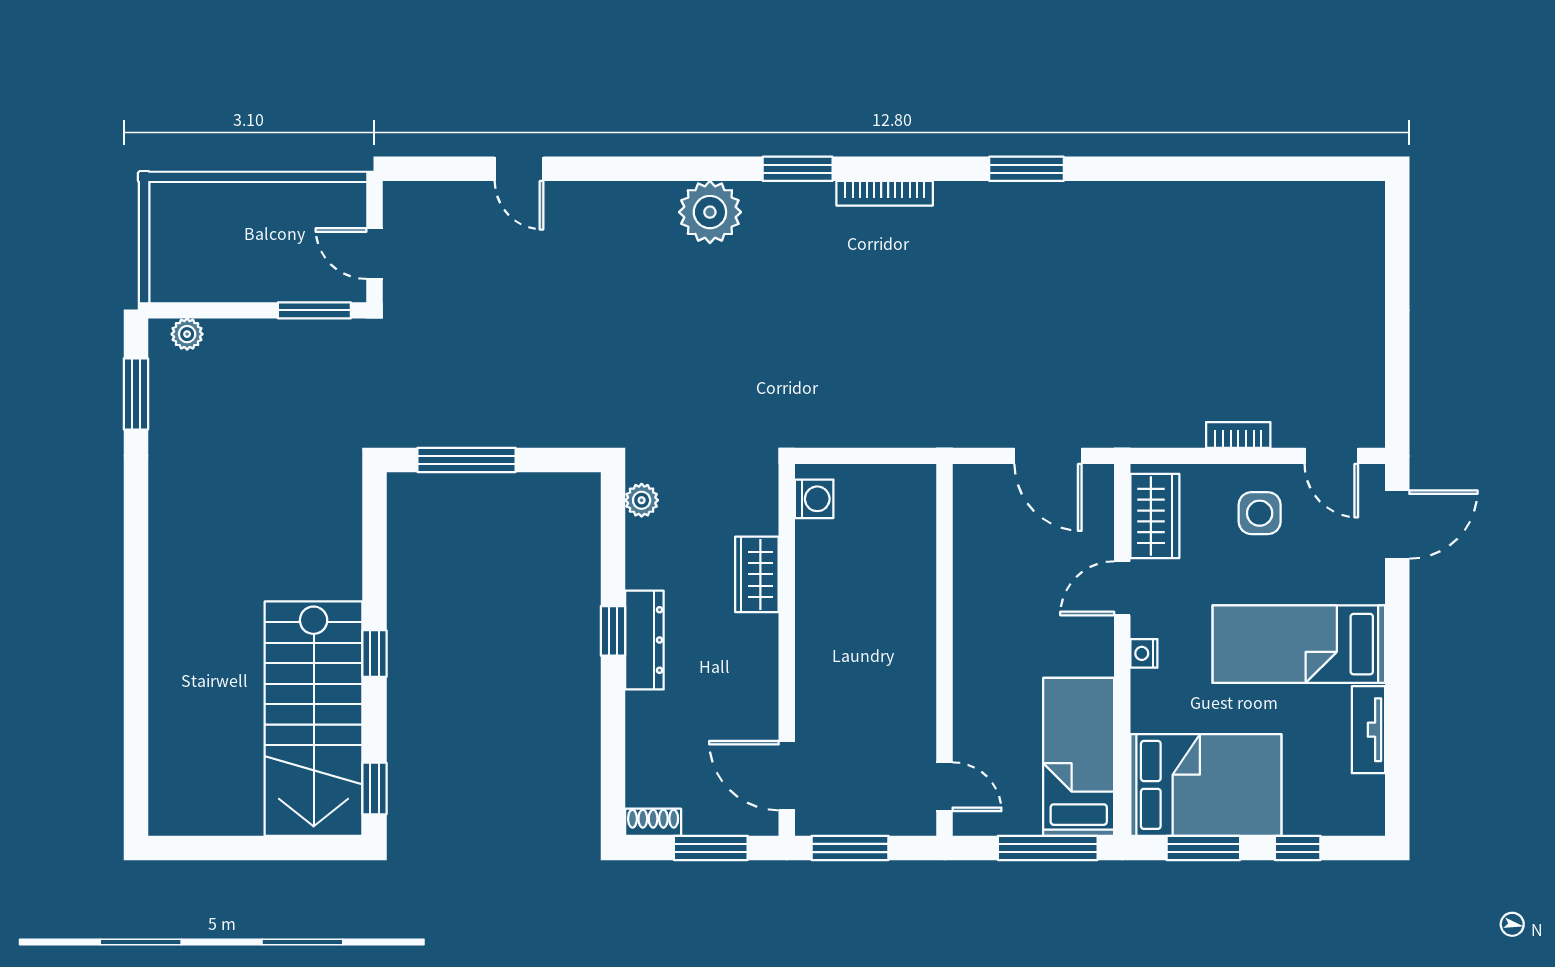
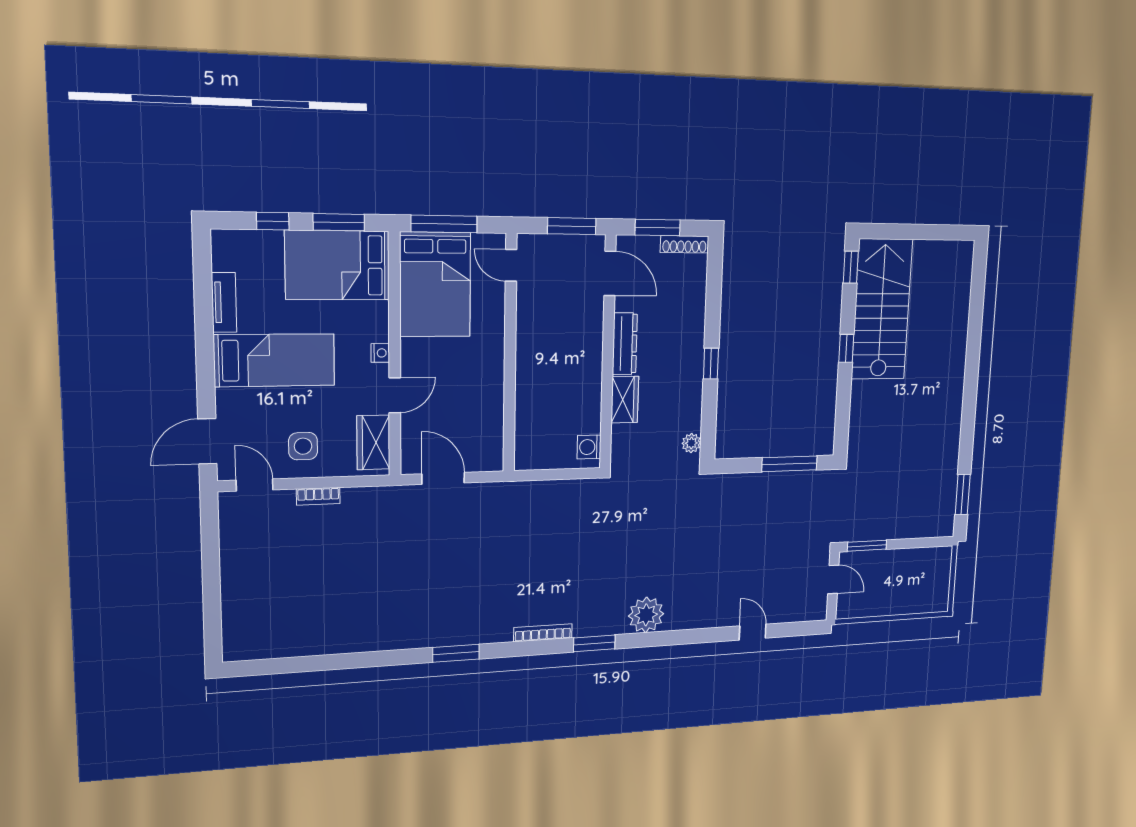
plant: (187, 334) -> (934, 529), removed
dresser: (644, 640) -> (625, 344), moved, turned 180
bed: (1079, 757) -> (435, 285), width x1.50
shoe rack: (653, 822) -> (685, 244), width x1.43

